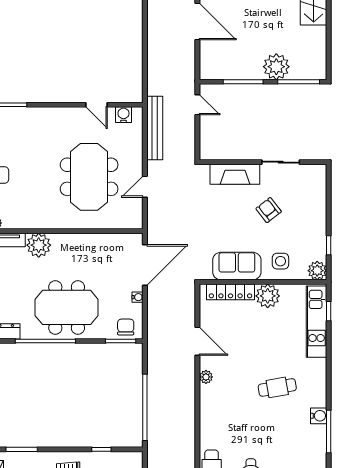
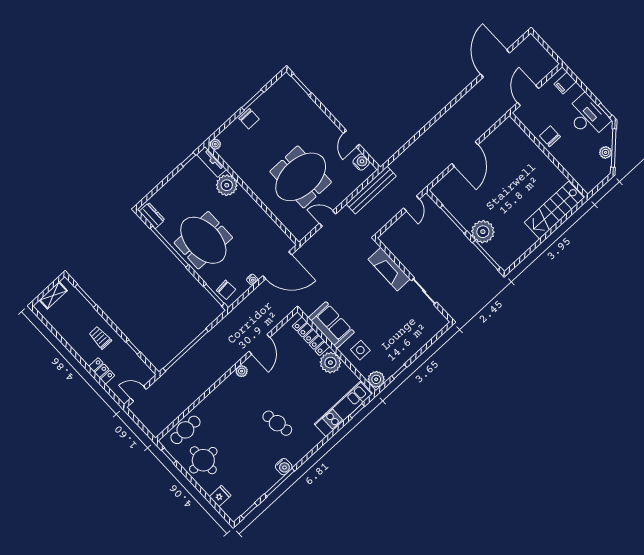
armchair: (269, 210) -> (386, 312), removed
chair: (126, 327) -> (226, 290), turned 85

